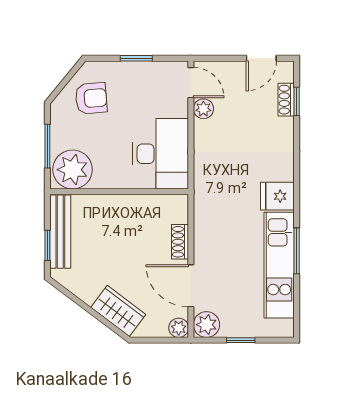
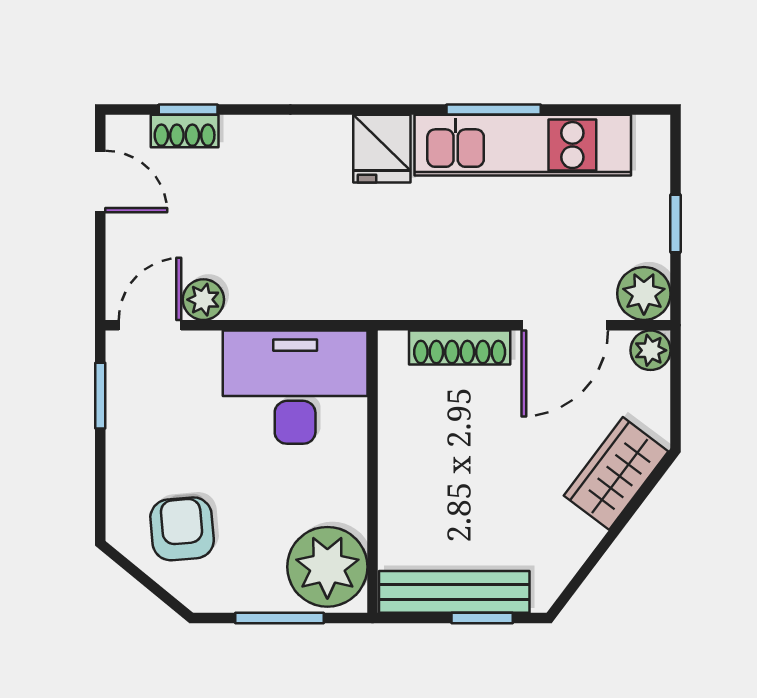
window: (136, 58) -> (100, 396), moved
shoe rack: (180, 242) -> (460, 348), width x1.43

